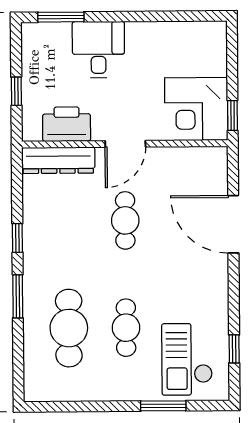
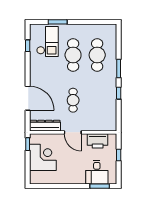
desk: (98, 50) -> (97, 172), moved
corner desk: (196, 109) -> (43, 157), moved
door: (125, 144) -> (73, 132), swing flipped
dresser: (58, 160) -> (45, 126), moved
cafe table: (126, 328) -> (73, 55), width x1.37, depth x1.35

